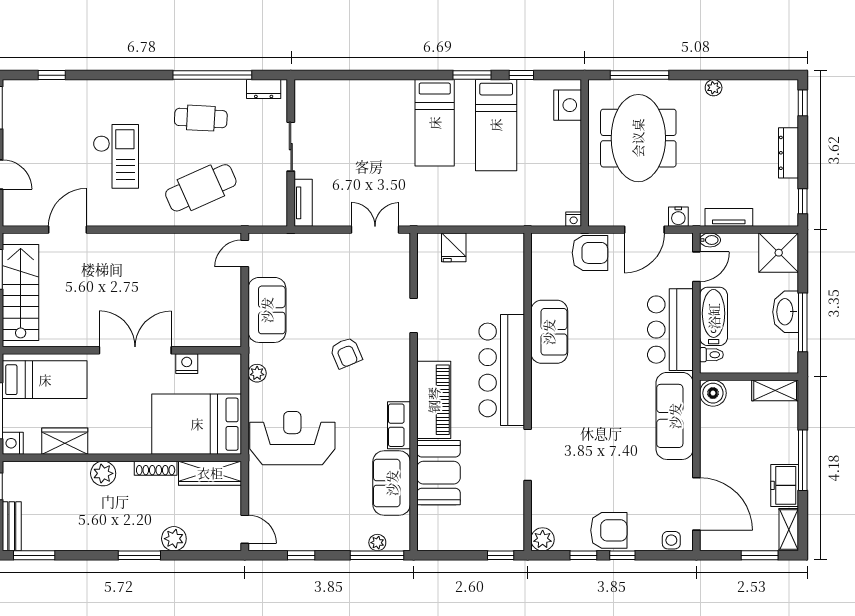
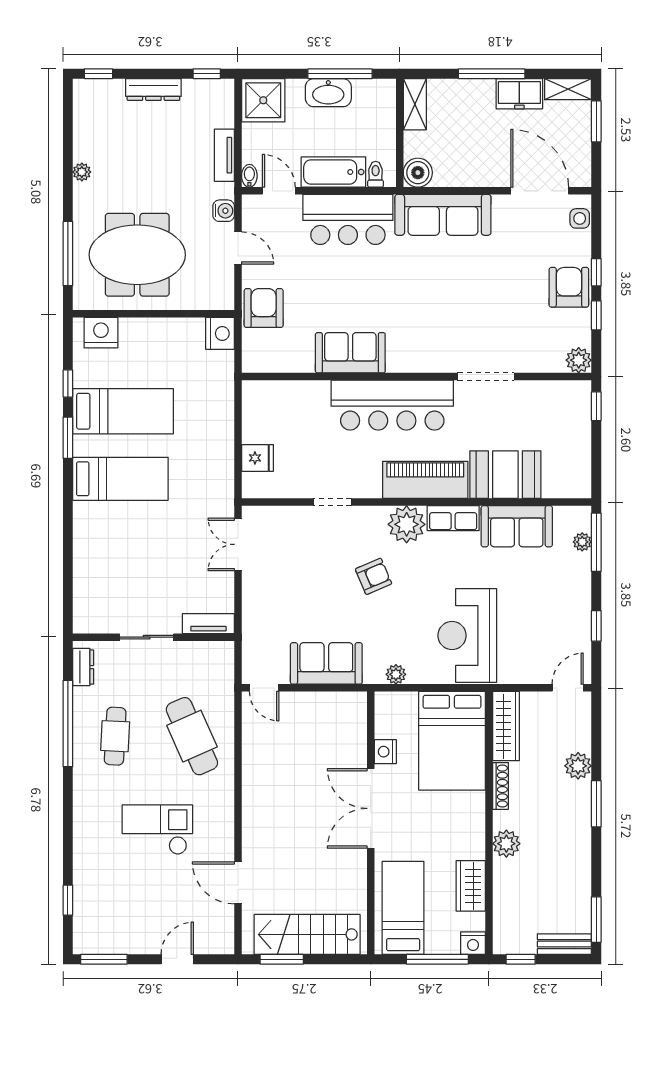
nightstand: (574, 219) -> (220, 333), width x1.89, depth x1.79
door: (644, 230) -> (238, 248), width x0.73
plant: (393, 383) -> (407, 524), added
door: (696, 504) -> (540, 191), hinge flipped

